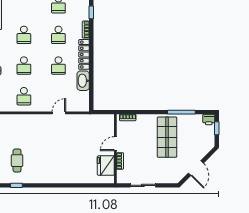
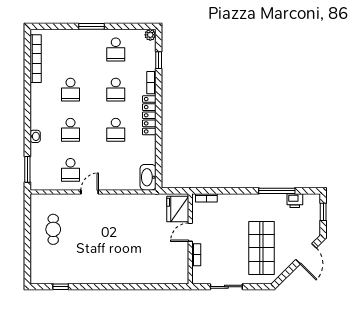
washbasin: (83, 81) -> (148, 177), moved
door: (59, 113) -> (90, 192), moved
printer: (209, 120) -> (295, 201), moved
shop shelf: (167, 137) -> (261, 248), moved
cafe table: (17, 161) -> (53, 229), moved
fridge: (106, 166) -> (178, 209), moved
door: (196, 168) -> (306, 254), moved

